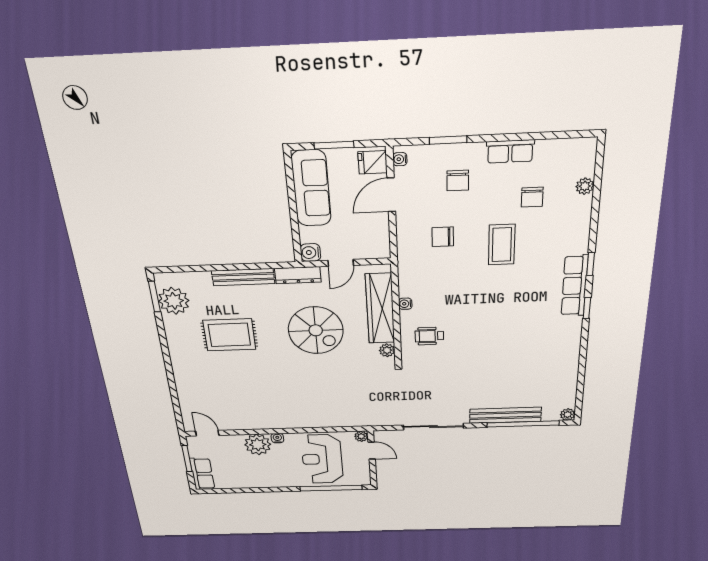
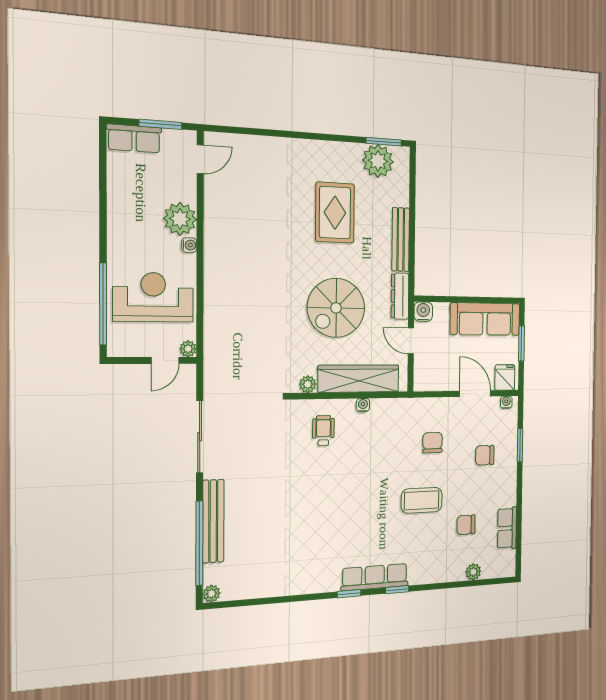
row of seats: (510, 151) -> (507, 528), moved

